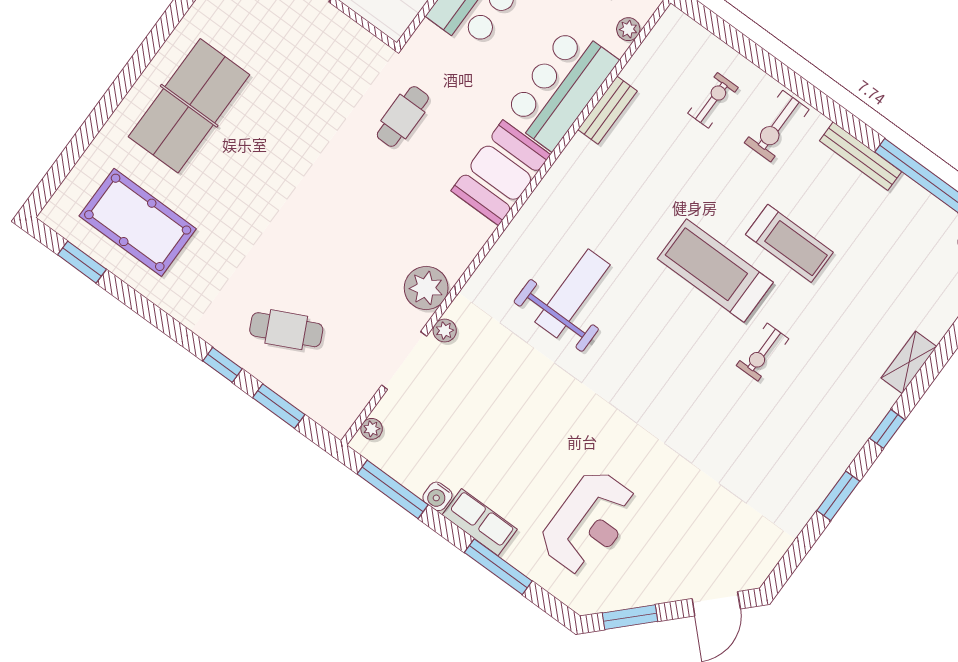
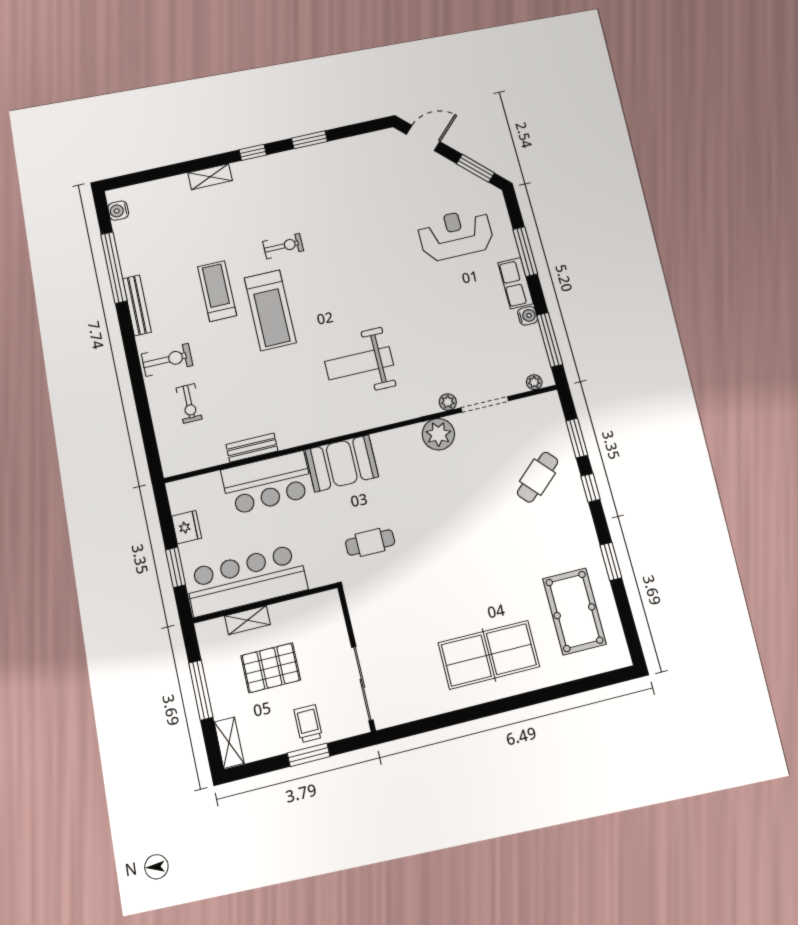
plant: (628, 29) -> (200, 483), removed
exercise bike: (713, 100) -> (189, 403), turned -90
window: (82, 262) -> (611, 561), moved
cafe table: (286, 330) -> (538, 477), turned 74

